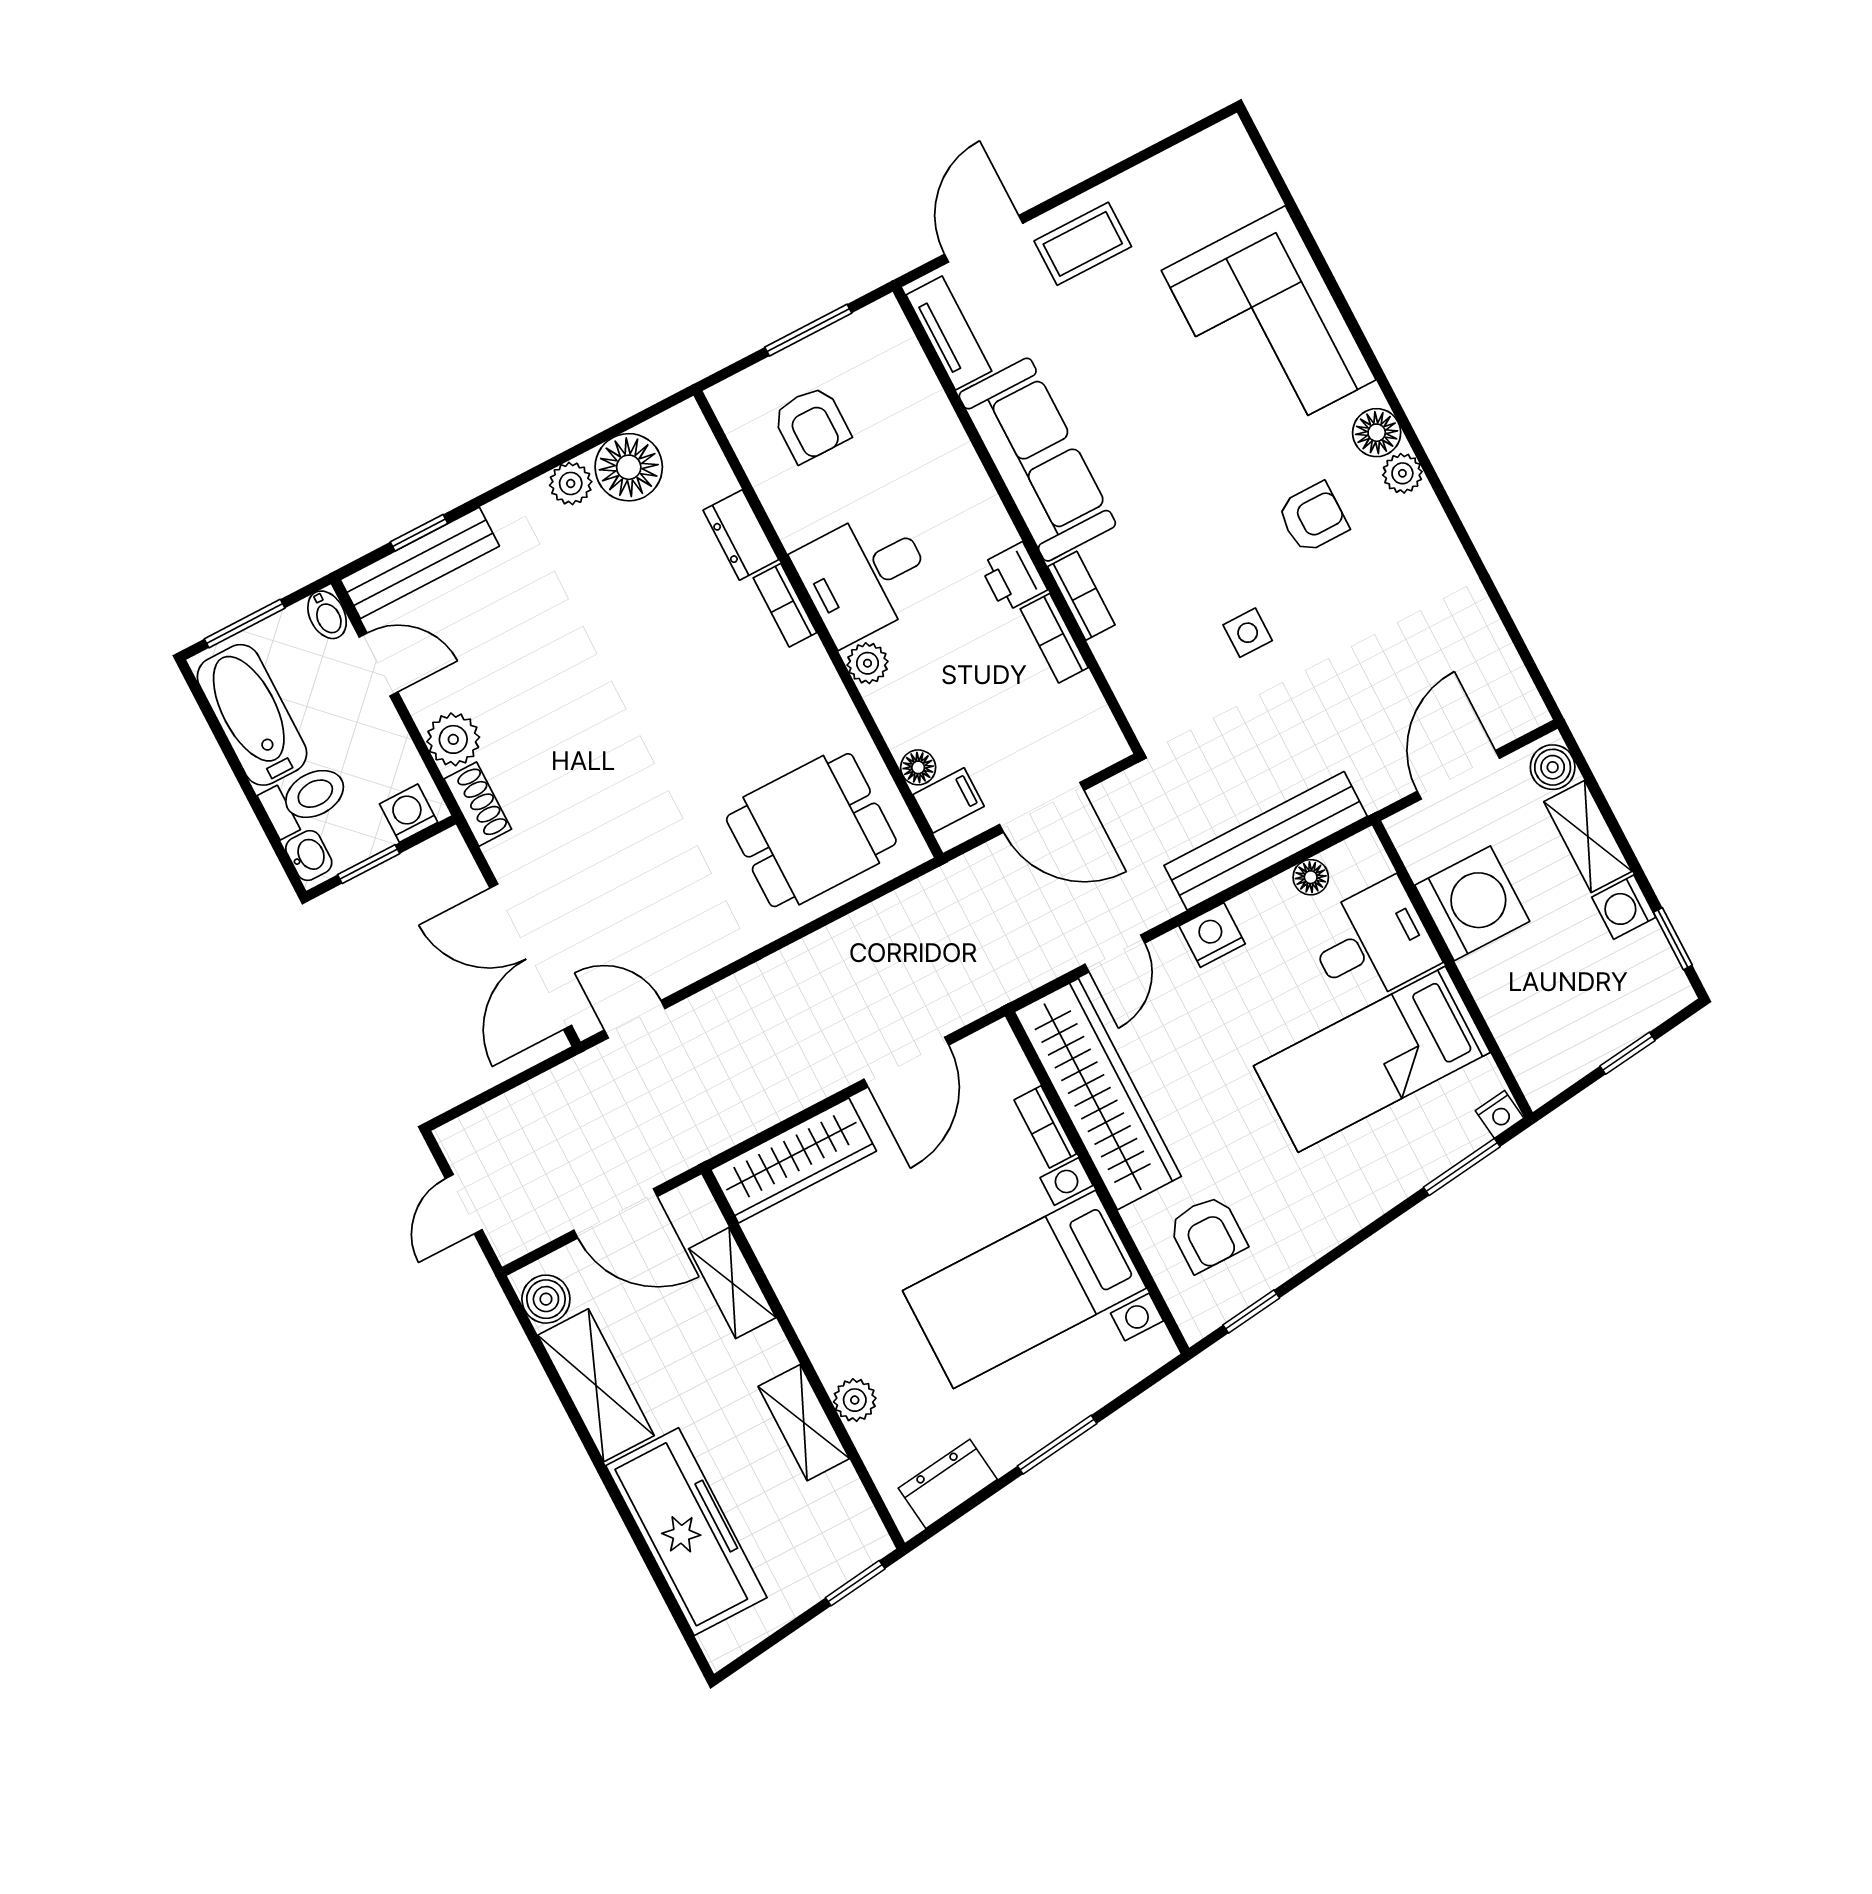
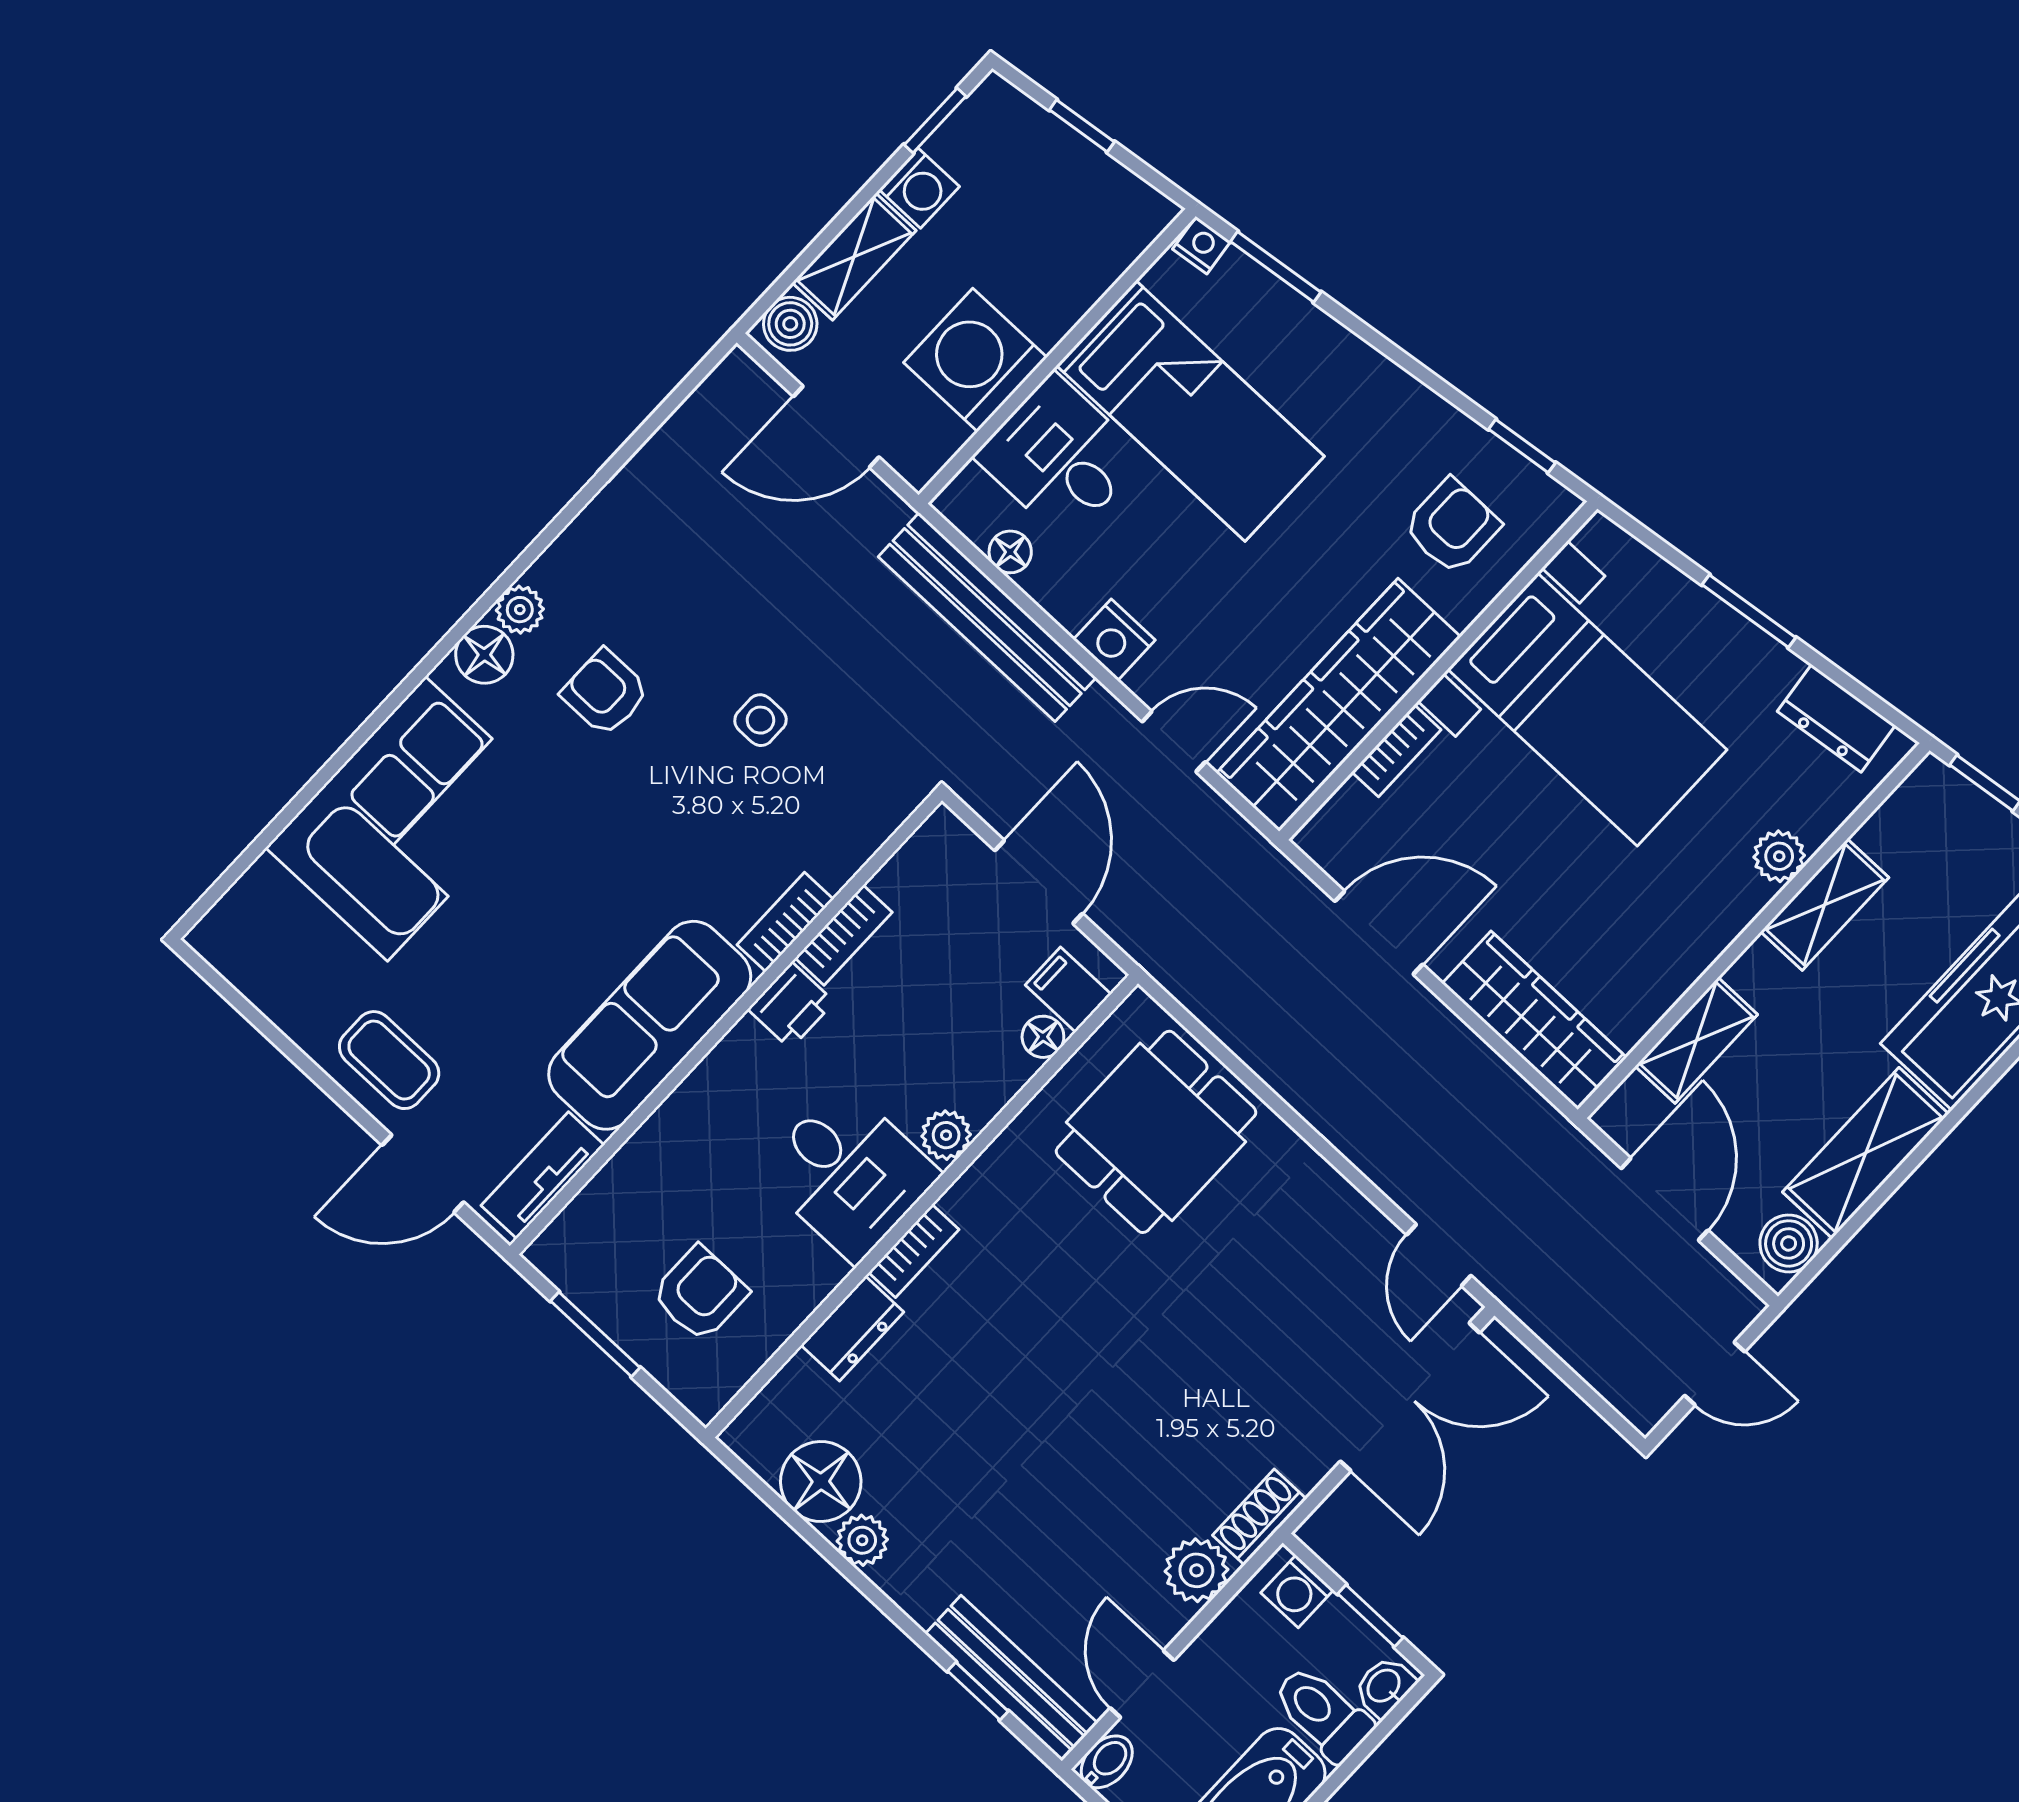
dining table: (811, 830) -> (1156, 1132), turned 90

